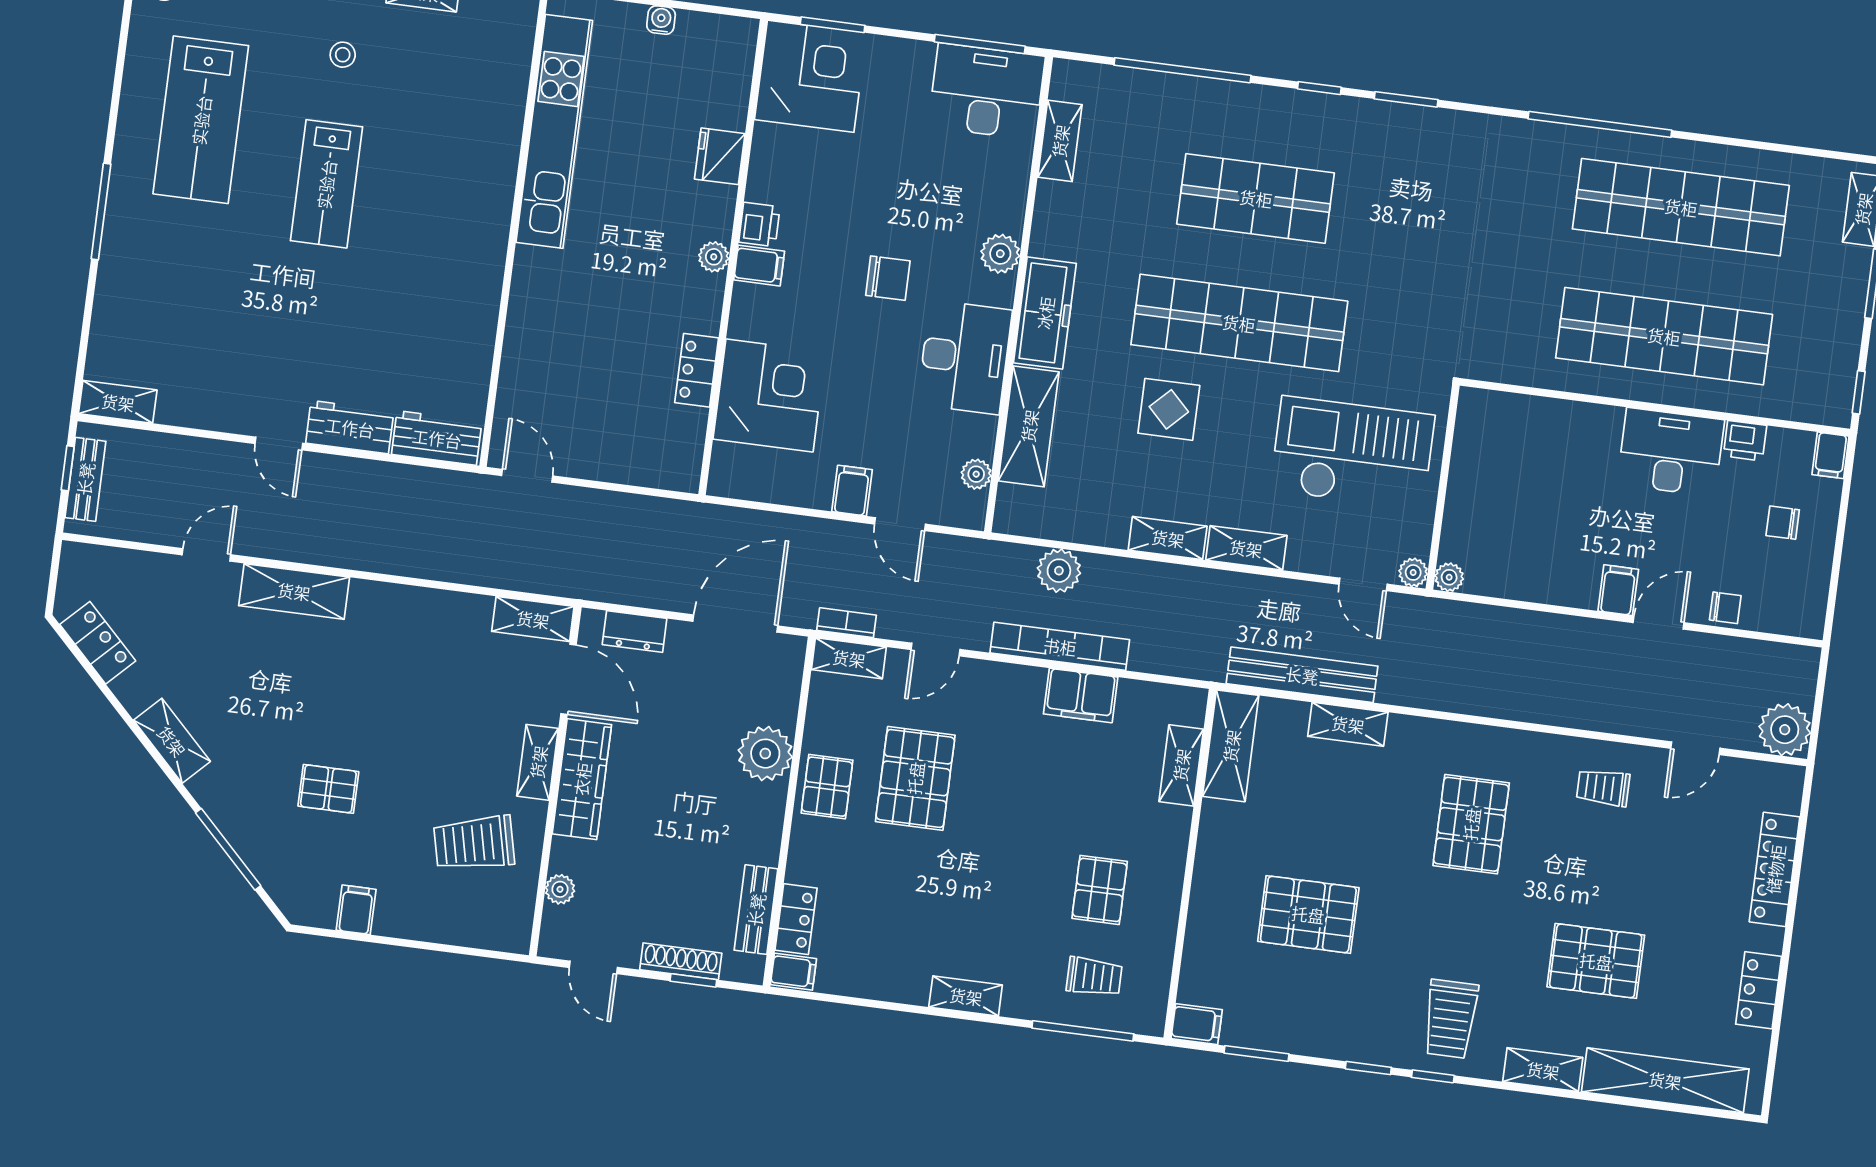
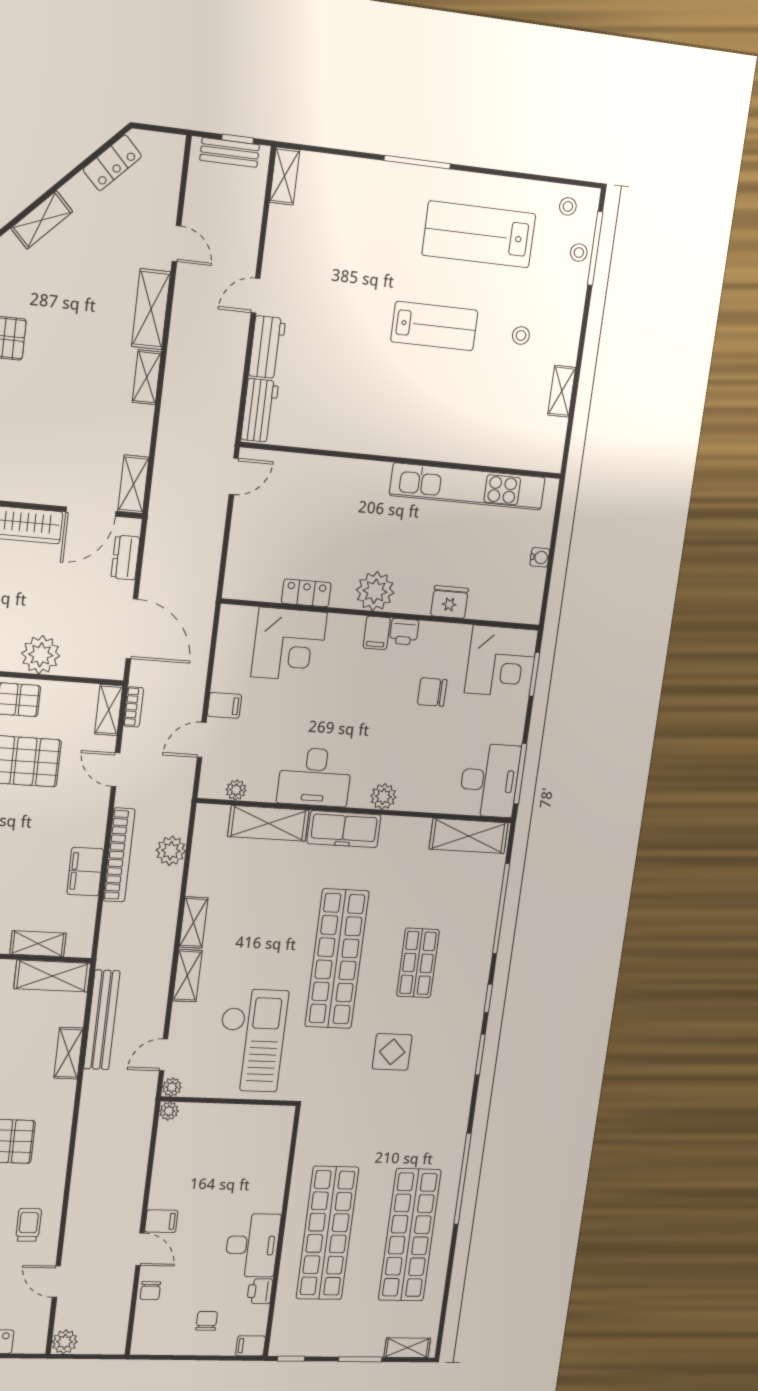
shelving: (1060, 141) -> (469, 836), width x1.50, depth x1.33
lab bench: (326, 184) -> (434, 326), turned 180
shop shelf: (1256, 198) -> (418, 963), width x0.70, depth x0.74
plant: (714, 257) -> (375, 591), width x1.87, depth x1.87
chair: (888, 278) -> (432, 692), moved, turned 90
display table: (1169, 409) -> (392, 1052), moved
plant: (1785, 730) -> (65, 1342), width x0.73, depth x0.73
shelving: (538, 762) -> (147, 377), moved, turned 90

